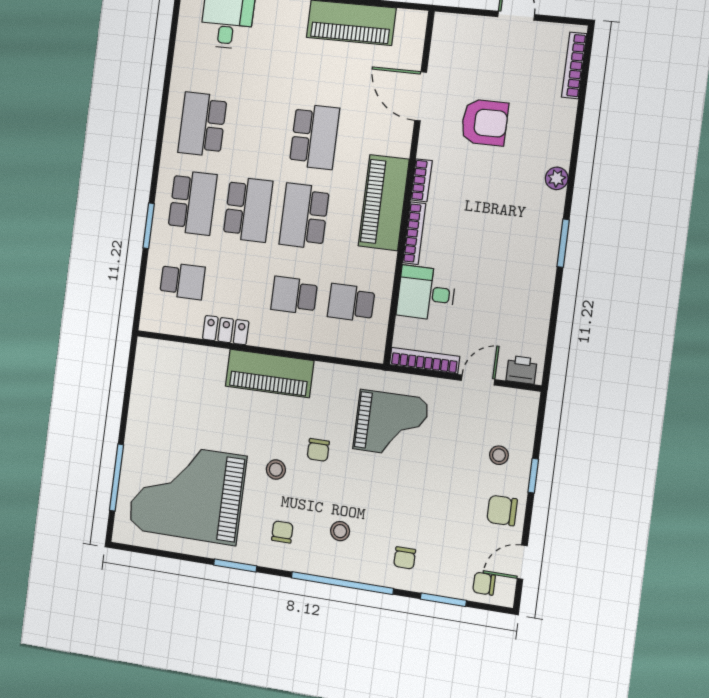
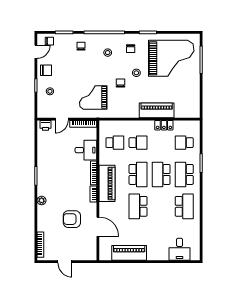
piano: (270, 373) -> (157, 110), moved

